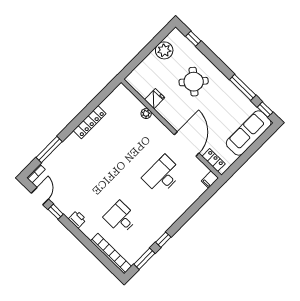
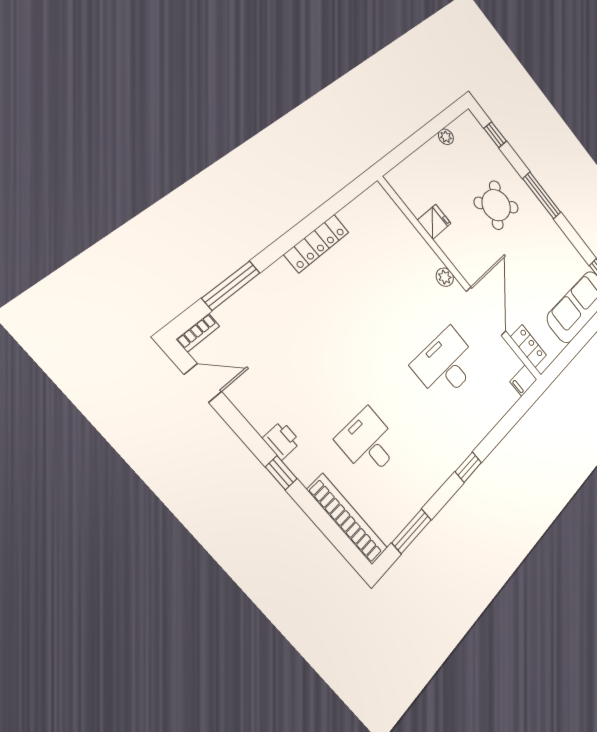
plant: (164, 50) -> (446, 137), width x0.53, depth x0.53
window: (243, 87) -> (542, 195), moved
plant: (146, 114) -> (445, 277), moved
door: (40, 196) -> (203, 383), hinge flipped
window: (56, 212) -> (281, 473), moved
window: (163, 240) -> (468, 467), moved

